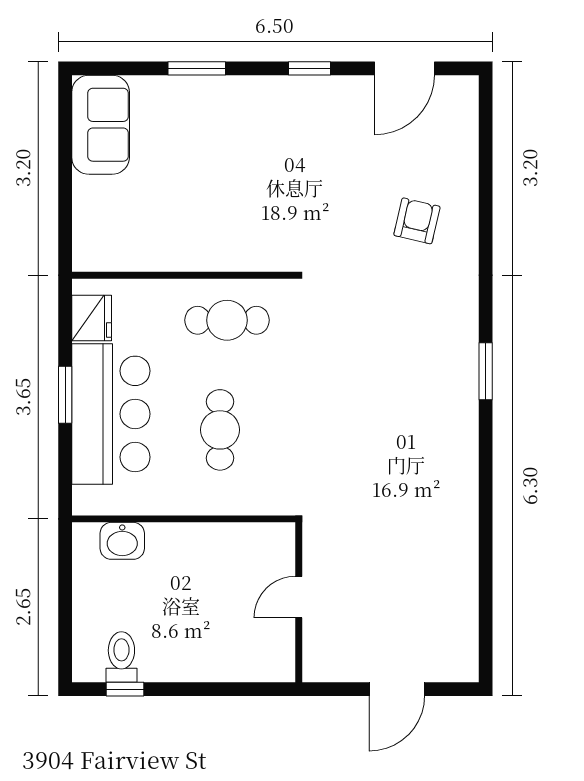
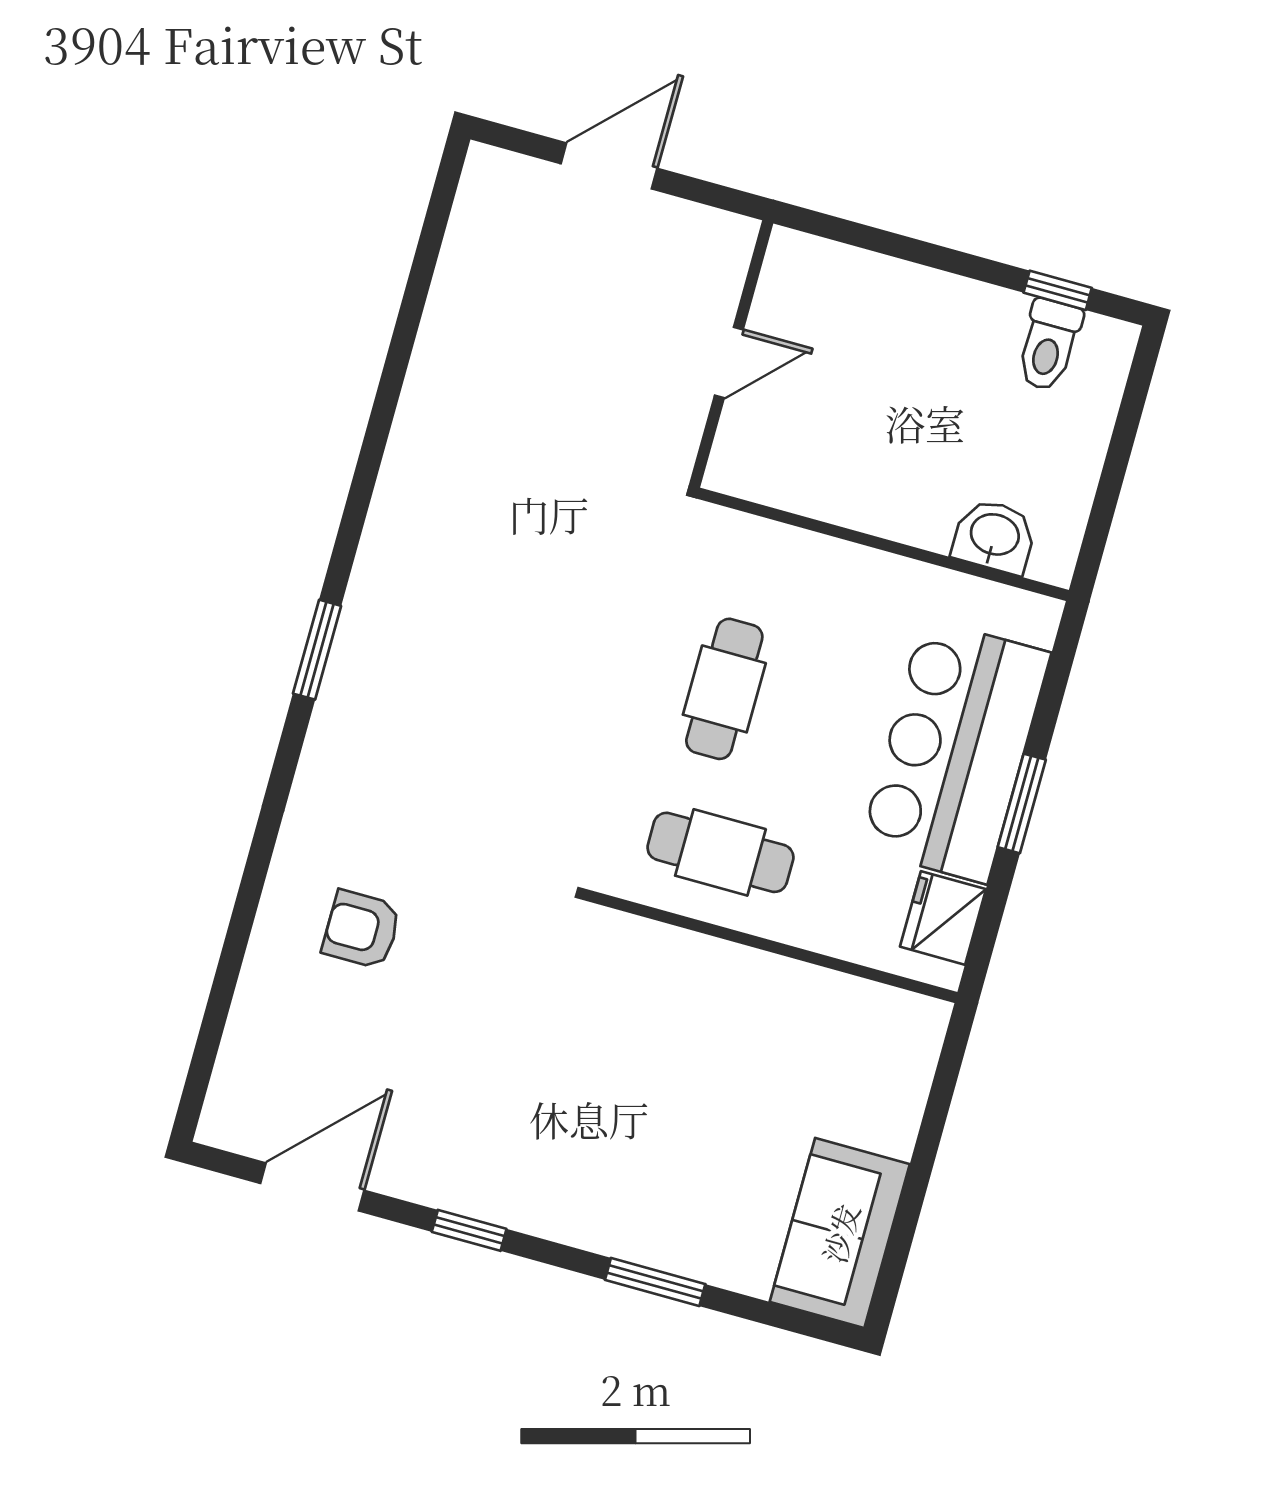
armchair: (417, 221) -> (362, 929), turned 77
cafe table: (220, 430) -> (724, 689), moved

